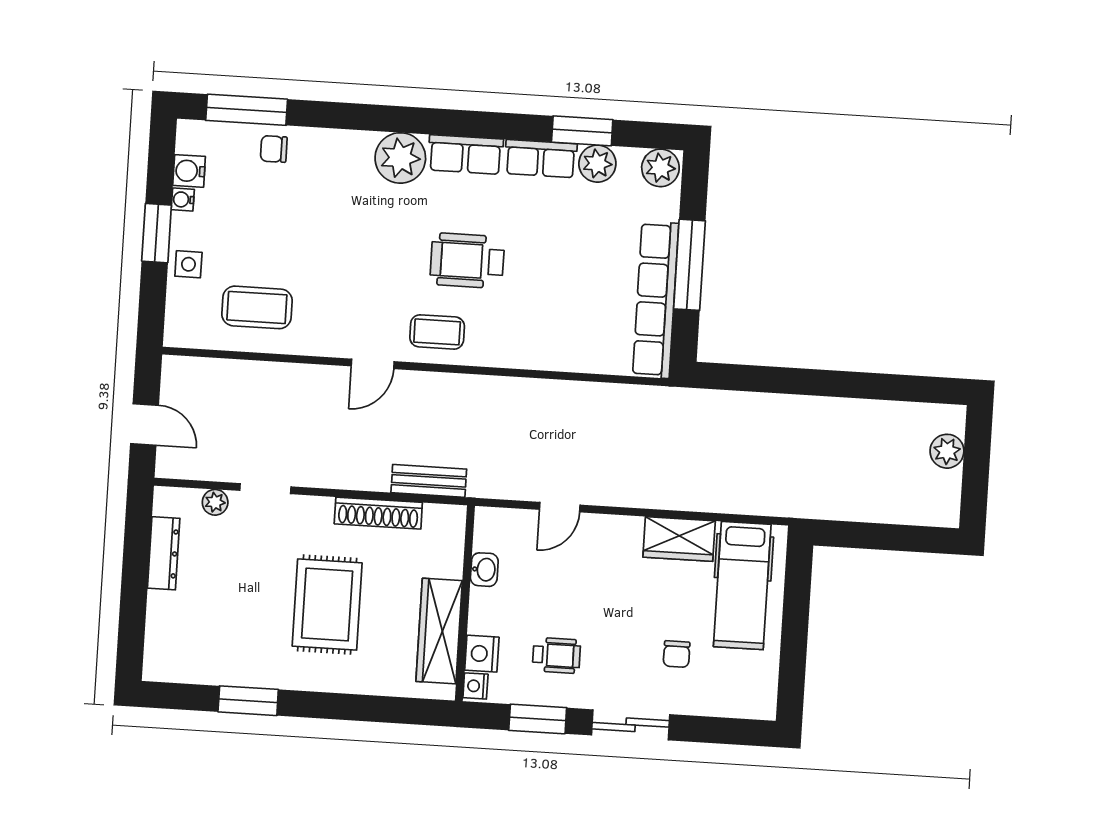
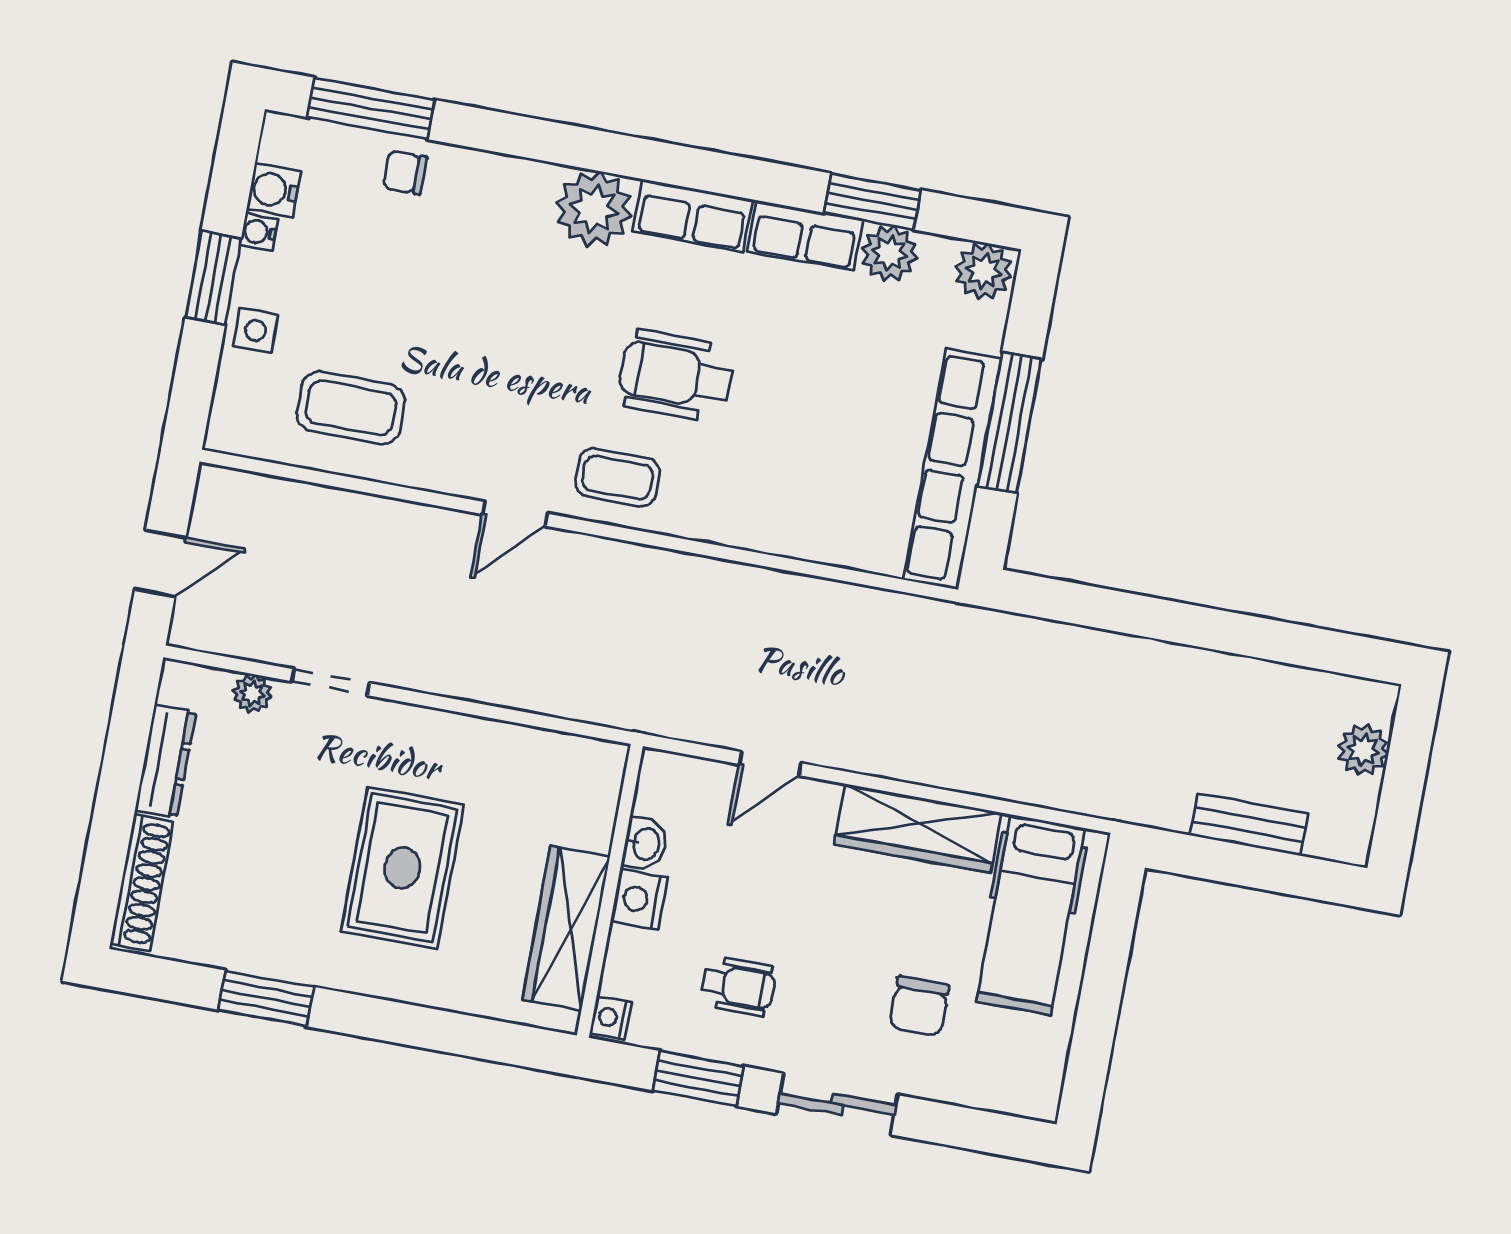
door: (145, 424) -> (160, 564), hinge flipped
bench: (429, 481) -> (1249, 825), moved
shoe rack: (378, 513) -> (142, 883), moved, turned -90
wardrobe: (679, 539) -> (918, 828), width x1.50
nightstand: (482, 654) -> (639, 899), moved
chair: (677, 654) -> (919, 1006), width x1.37, depth x1.37

